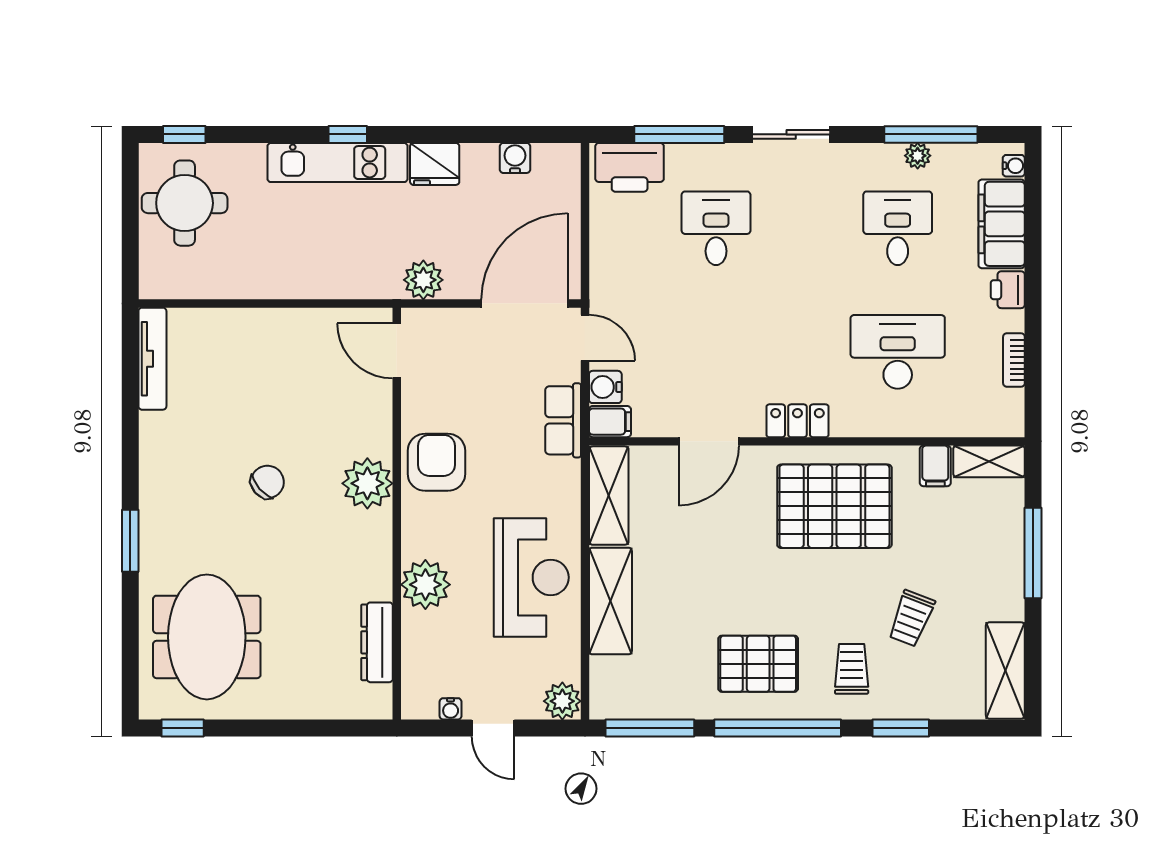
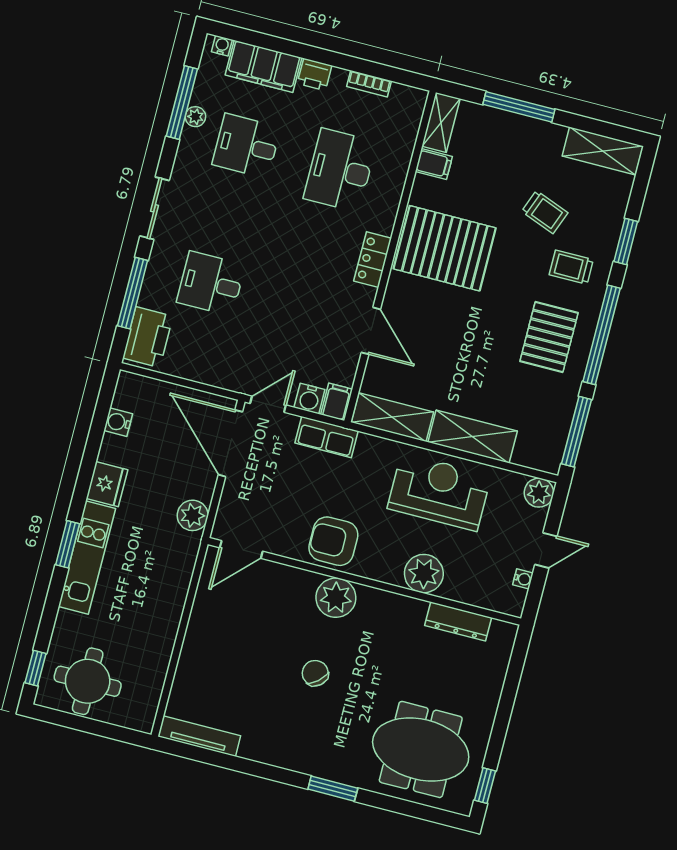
window: (348, 134) -> (68, 544), width x1.50
pallet: (834, 506) -> (445, 248), turned 90

